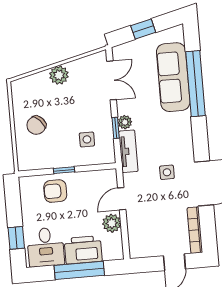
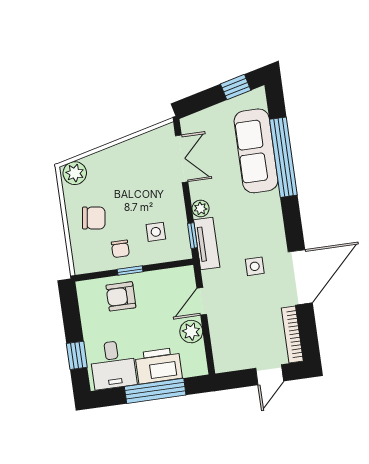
window: (143, 29) -> (236, 87), moved
plant: (59, 75) -> (75, 173), moved
chair: (36, 125) -> (94, 218), turned -129
window: (116, 128) -> (192, 236), moved
chair: (57, 152) -> (120, 249), added

